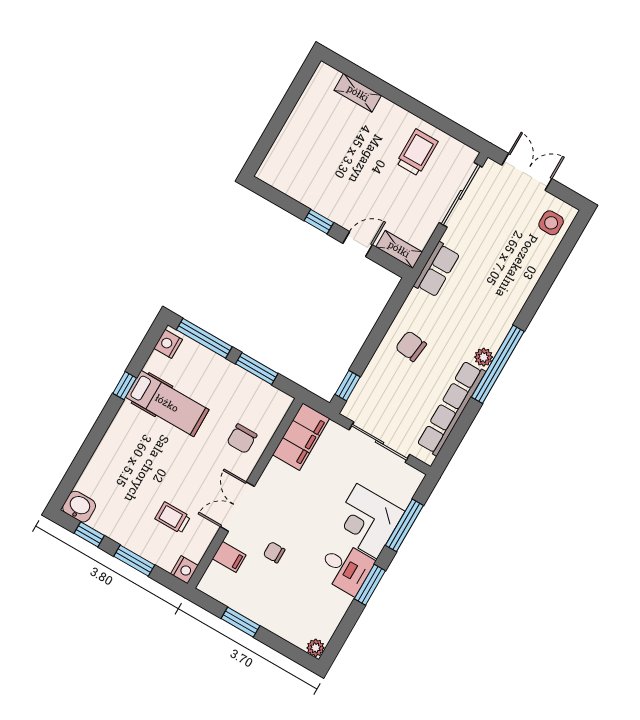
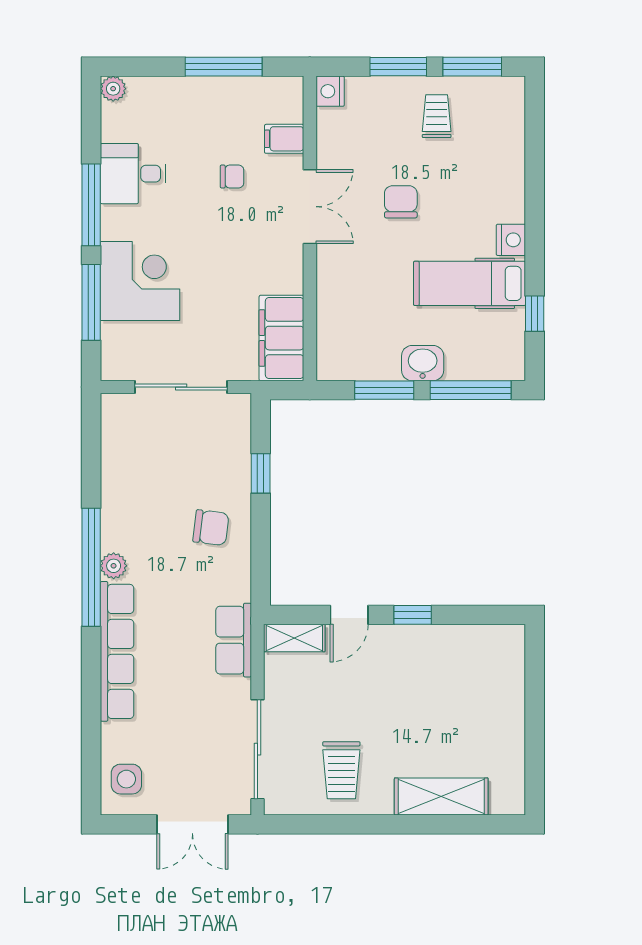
shelving: (358, 93) -> (441, 796), width x1.50, depth x1.33
nightstand: (168, 344) -> (511, 240), moved
window: (125, 386) -> (535, 314), moved
window: (348, 386) -> (261, 473), moved
row of seats: (451, 408) -> (117, 651), moved
chair: (242, 439) -> (401, 202), moved
washbasin: (79, 507) -> (423, 363), moved, turned 180
trolley: (173, 518) -> (437, 116), moved, turned -90
window: (89, 534) -> (472, 67), width x1.50
desk: (346, 568) -> (133, 174), moved
window: (370, 585) -> (91, 205), width x1.44
window: (241, 622) -> (224, 67), width x1.44

